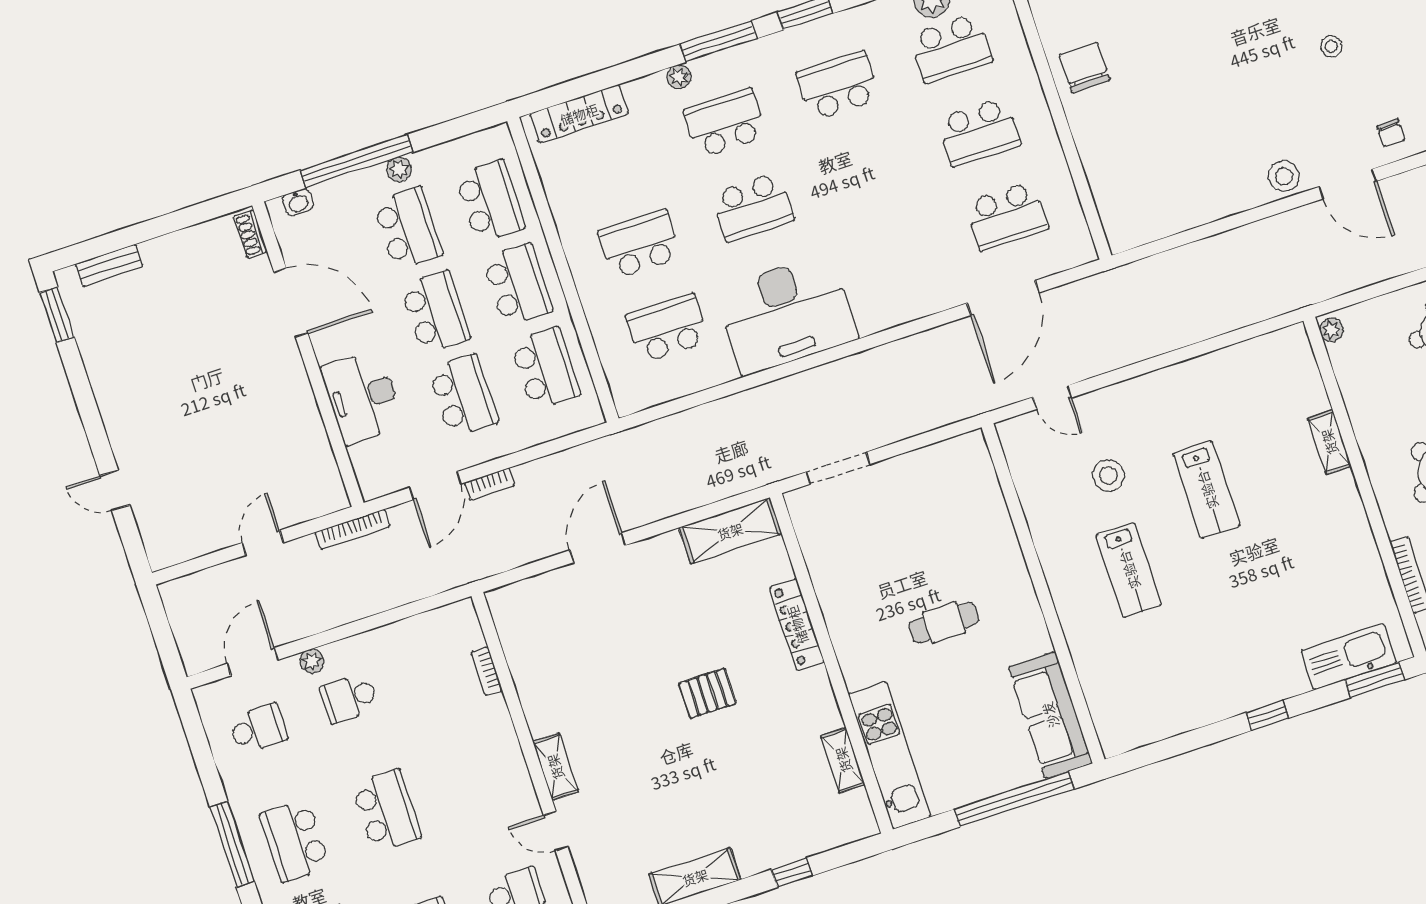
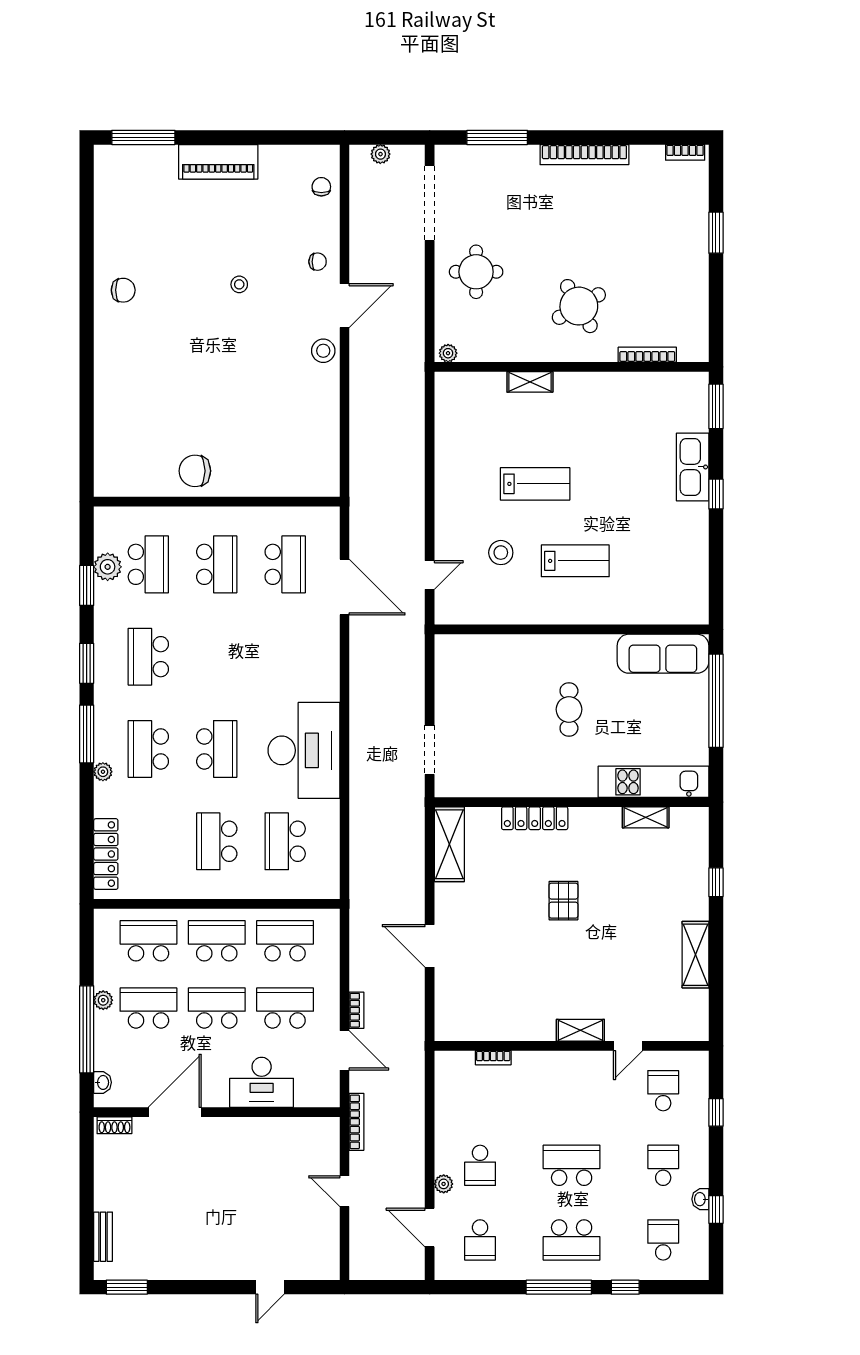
kitchen sink: (1349, 657) -> (693, 467), moved
school desk: (258, 729) -> (480, 1240), turned 180

